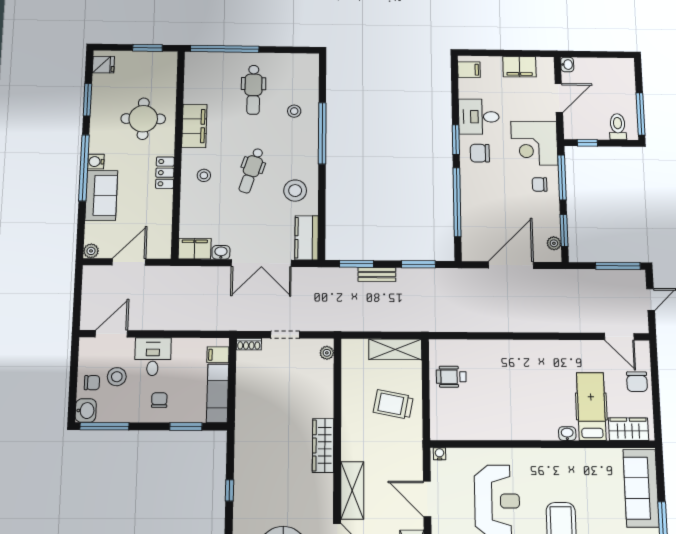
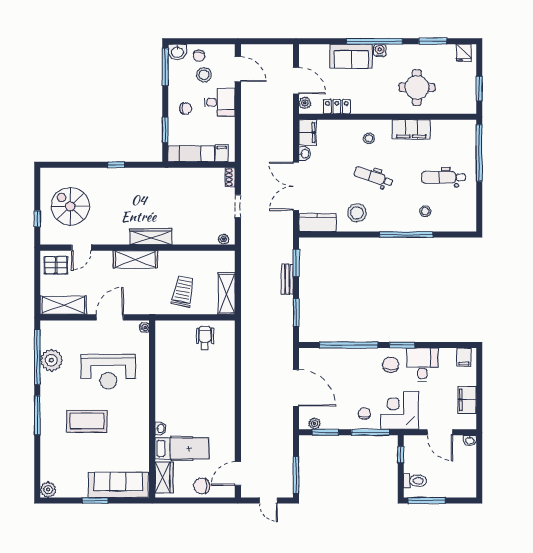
locker: (165, 173) -> (337, 107), moved
plant: (91, 251) -> (305, 103), moved
shelving: (352, 490) -> (135, 259), moved

